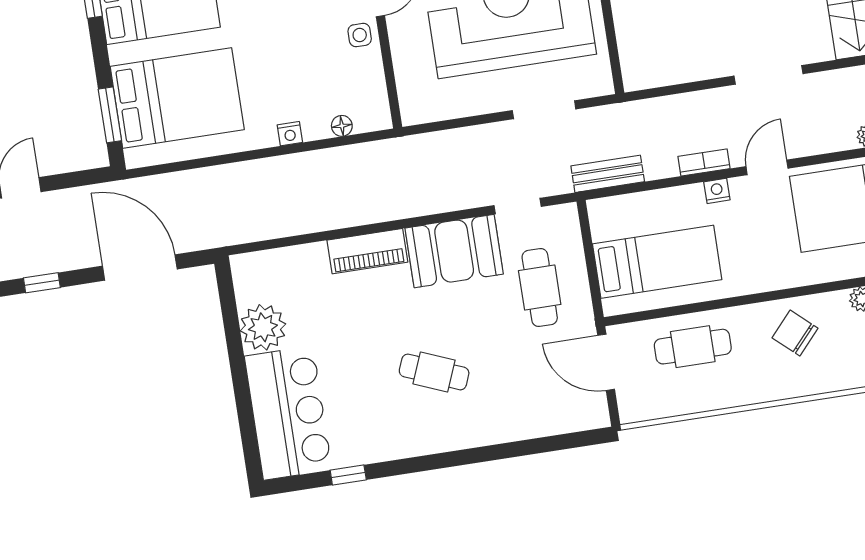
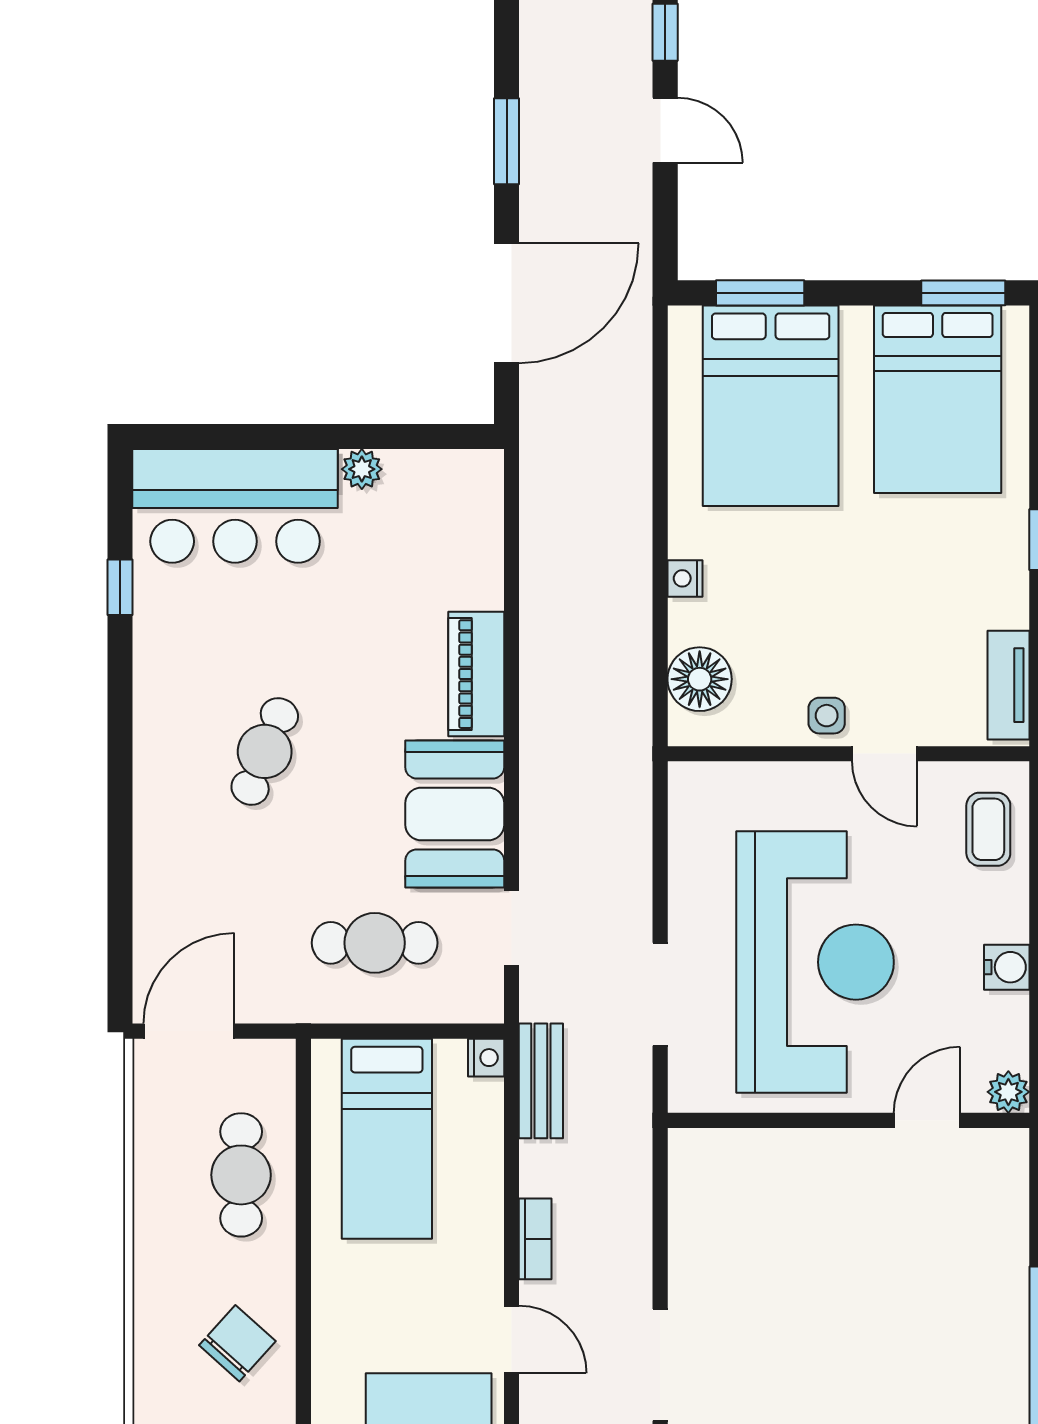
floor lamp: (342, 126) -> (700, 679), width x1.89, depth x1.89
nightstand: (717, 191) -> (486, 1058), moved
window: (42, 283) -> (507, 141), width x1.50
plant: (263, 327) -> (362, 469), width x0.53, depth x0.53
door: (606, 362) -> (189, 1031), moved

